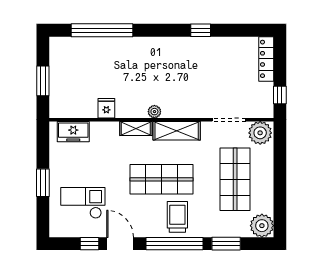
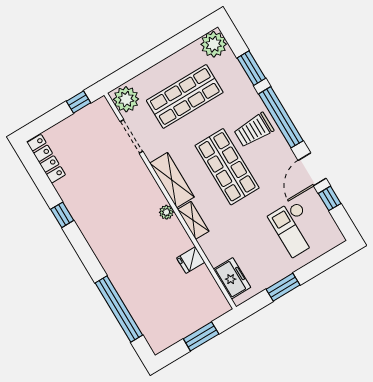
locker: (266, 59) -> (46, 159), moved, turned -90
window: (43, 183) -> (283, 287), moved

